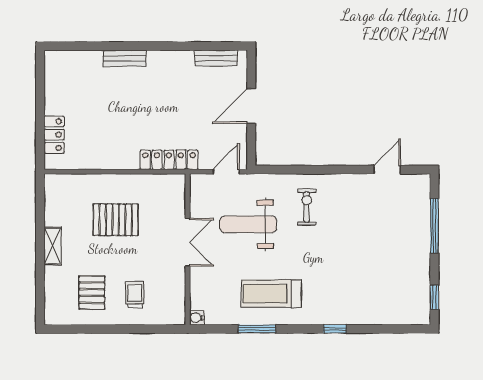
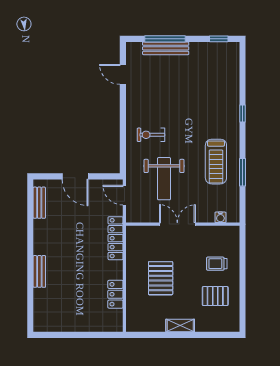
locker: (54, 135) -> (115, 294), moved, turned -90
bench: (422, 227) -> (166, 48), added
water cooler: (197, 318) -> (220, 217), moved

